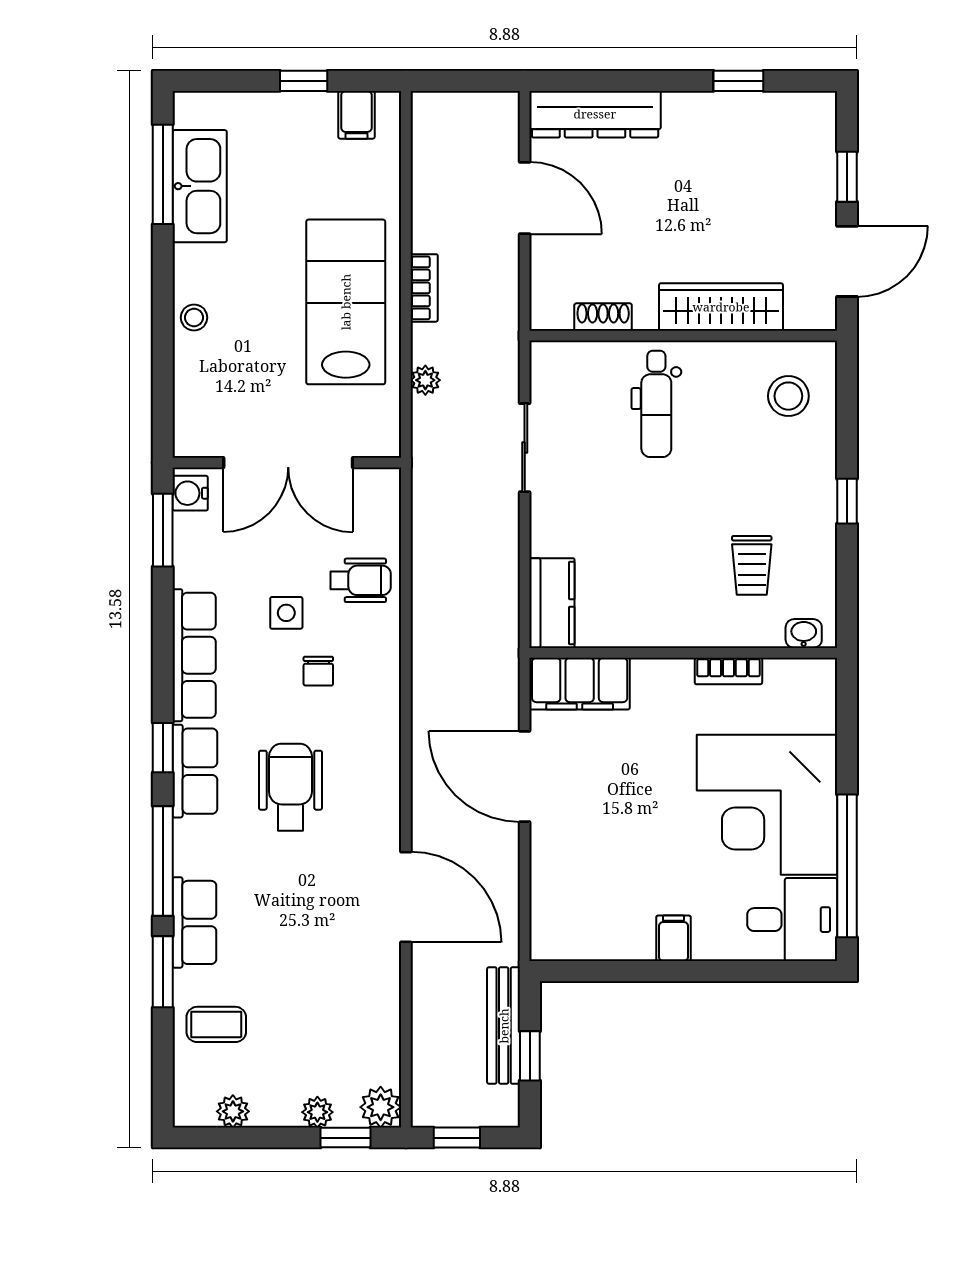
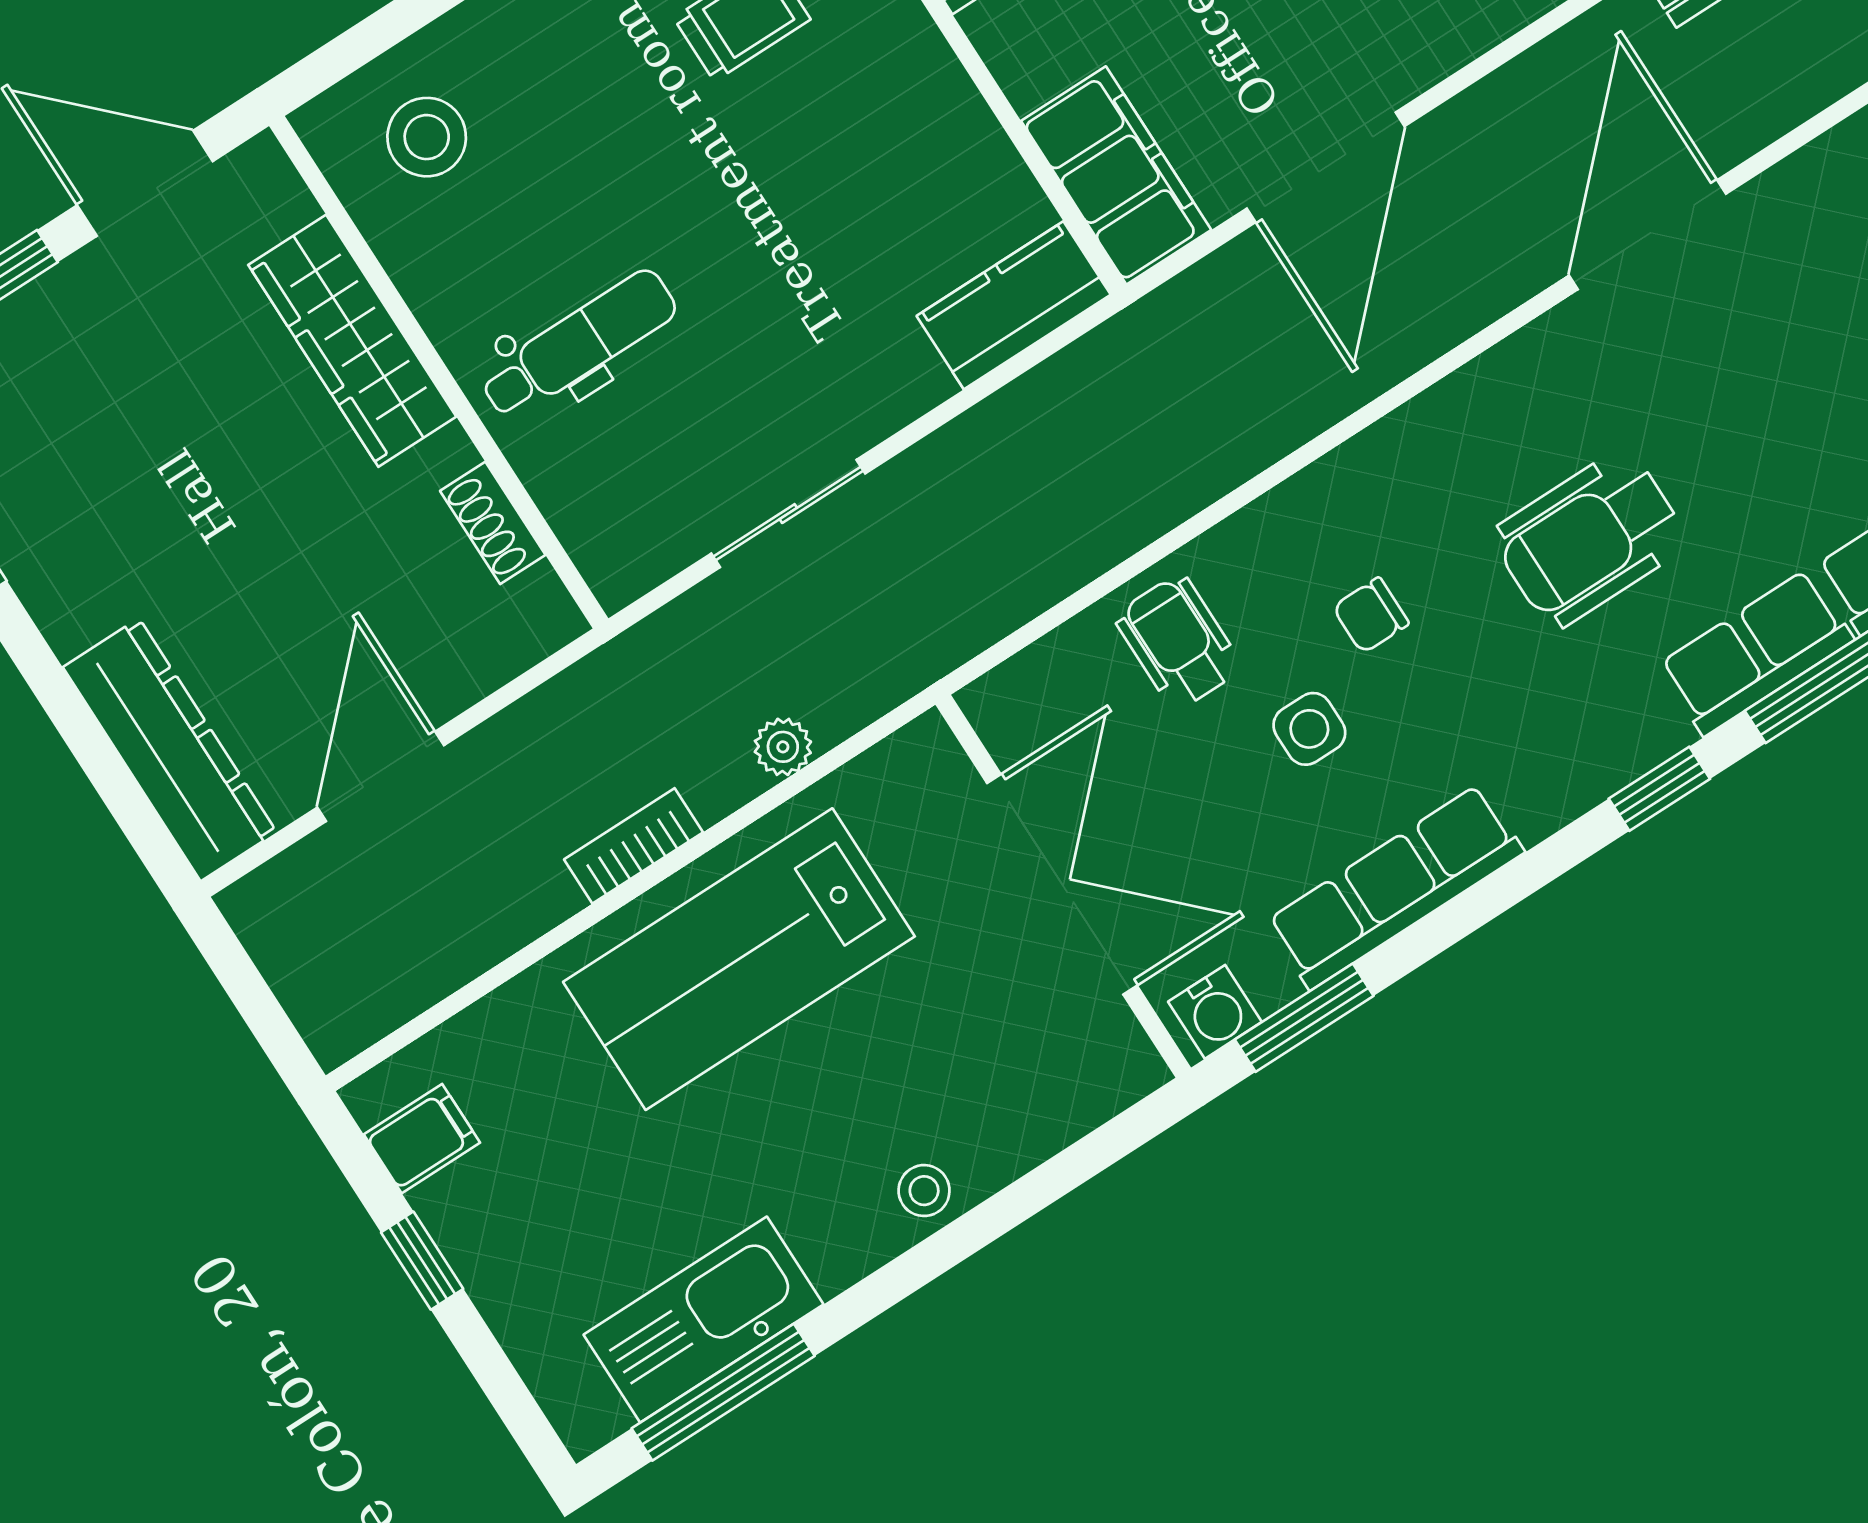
row of seats: (194, 655) -> (1395, 887), moved
chair: (318, 671) -> (1371, 615), turned 180
row of seats: (195, 771) -> (1756, 652), moved

